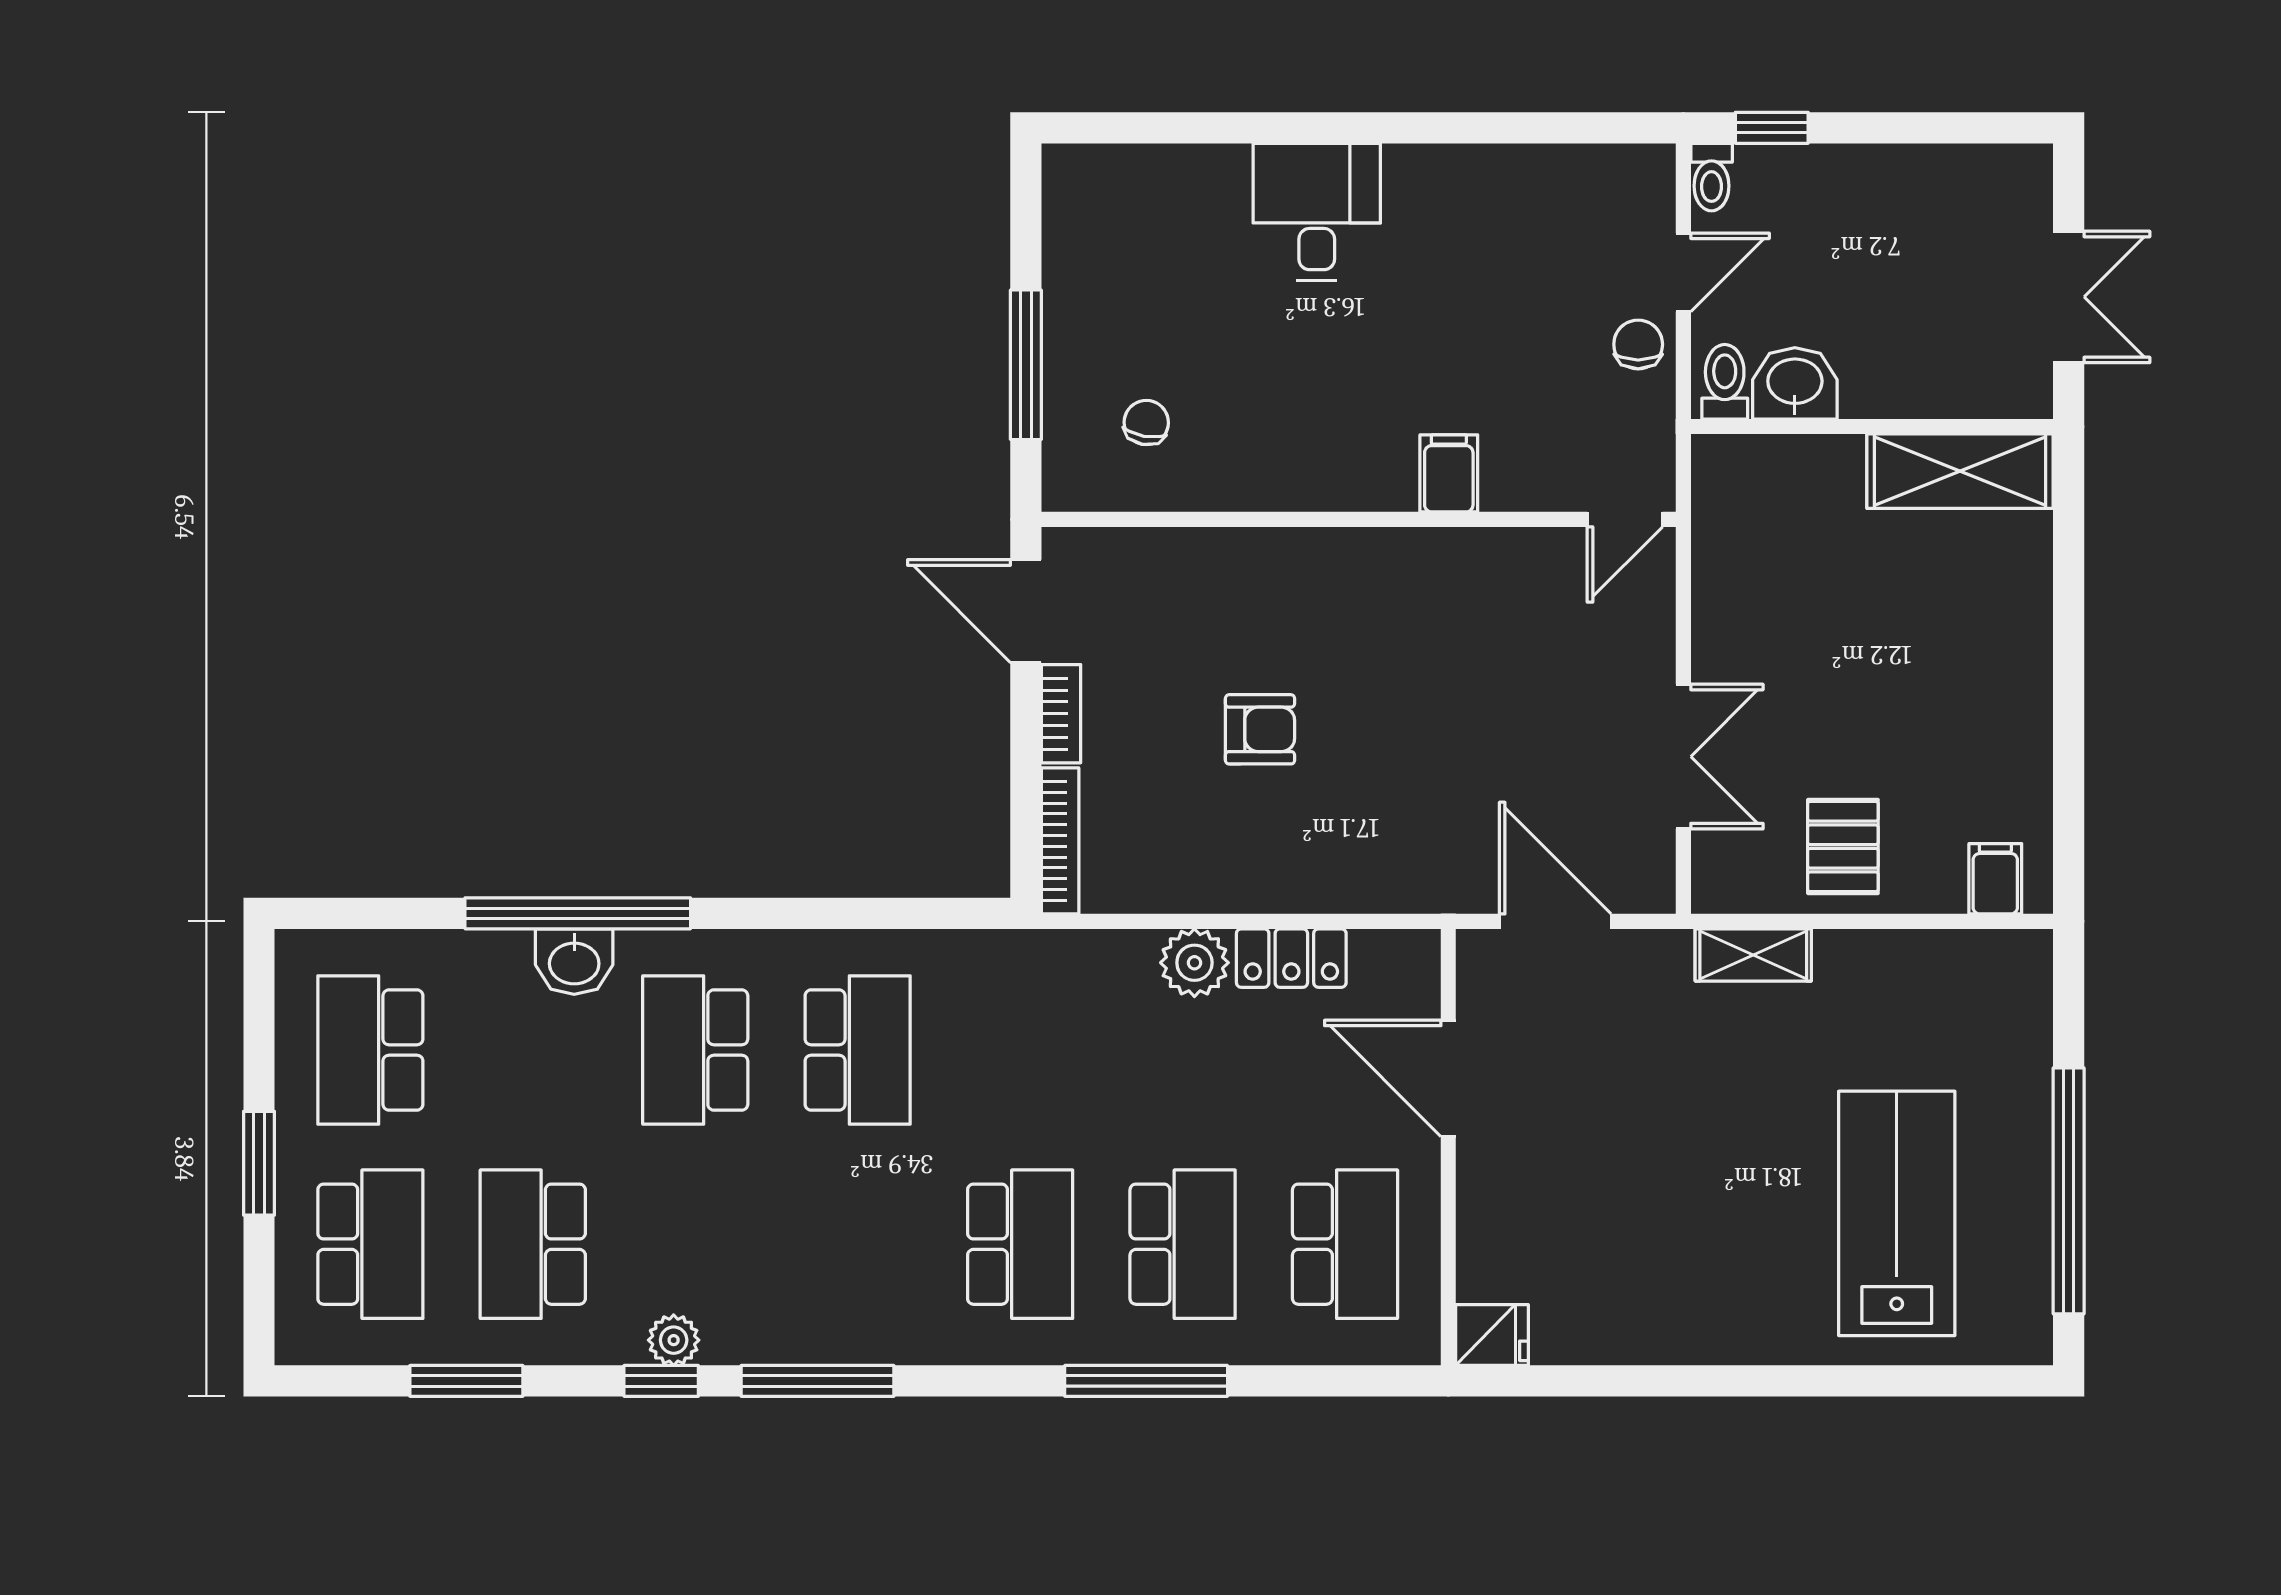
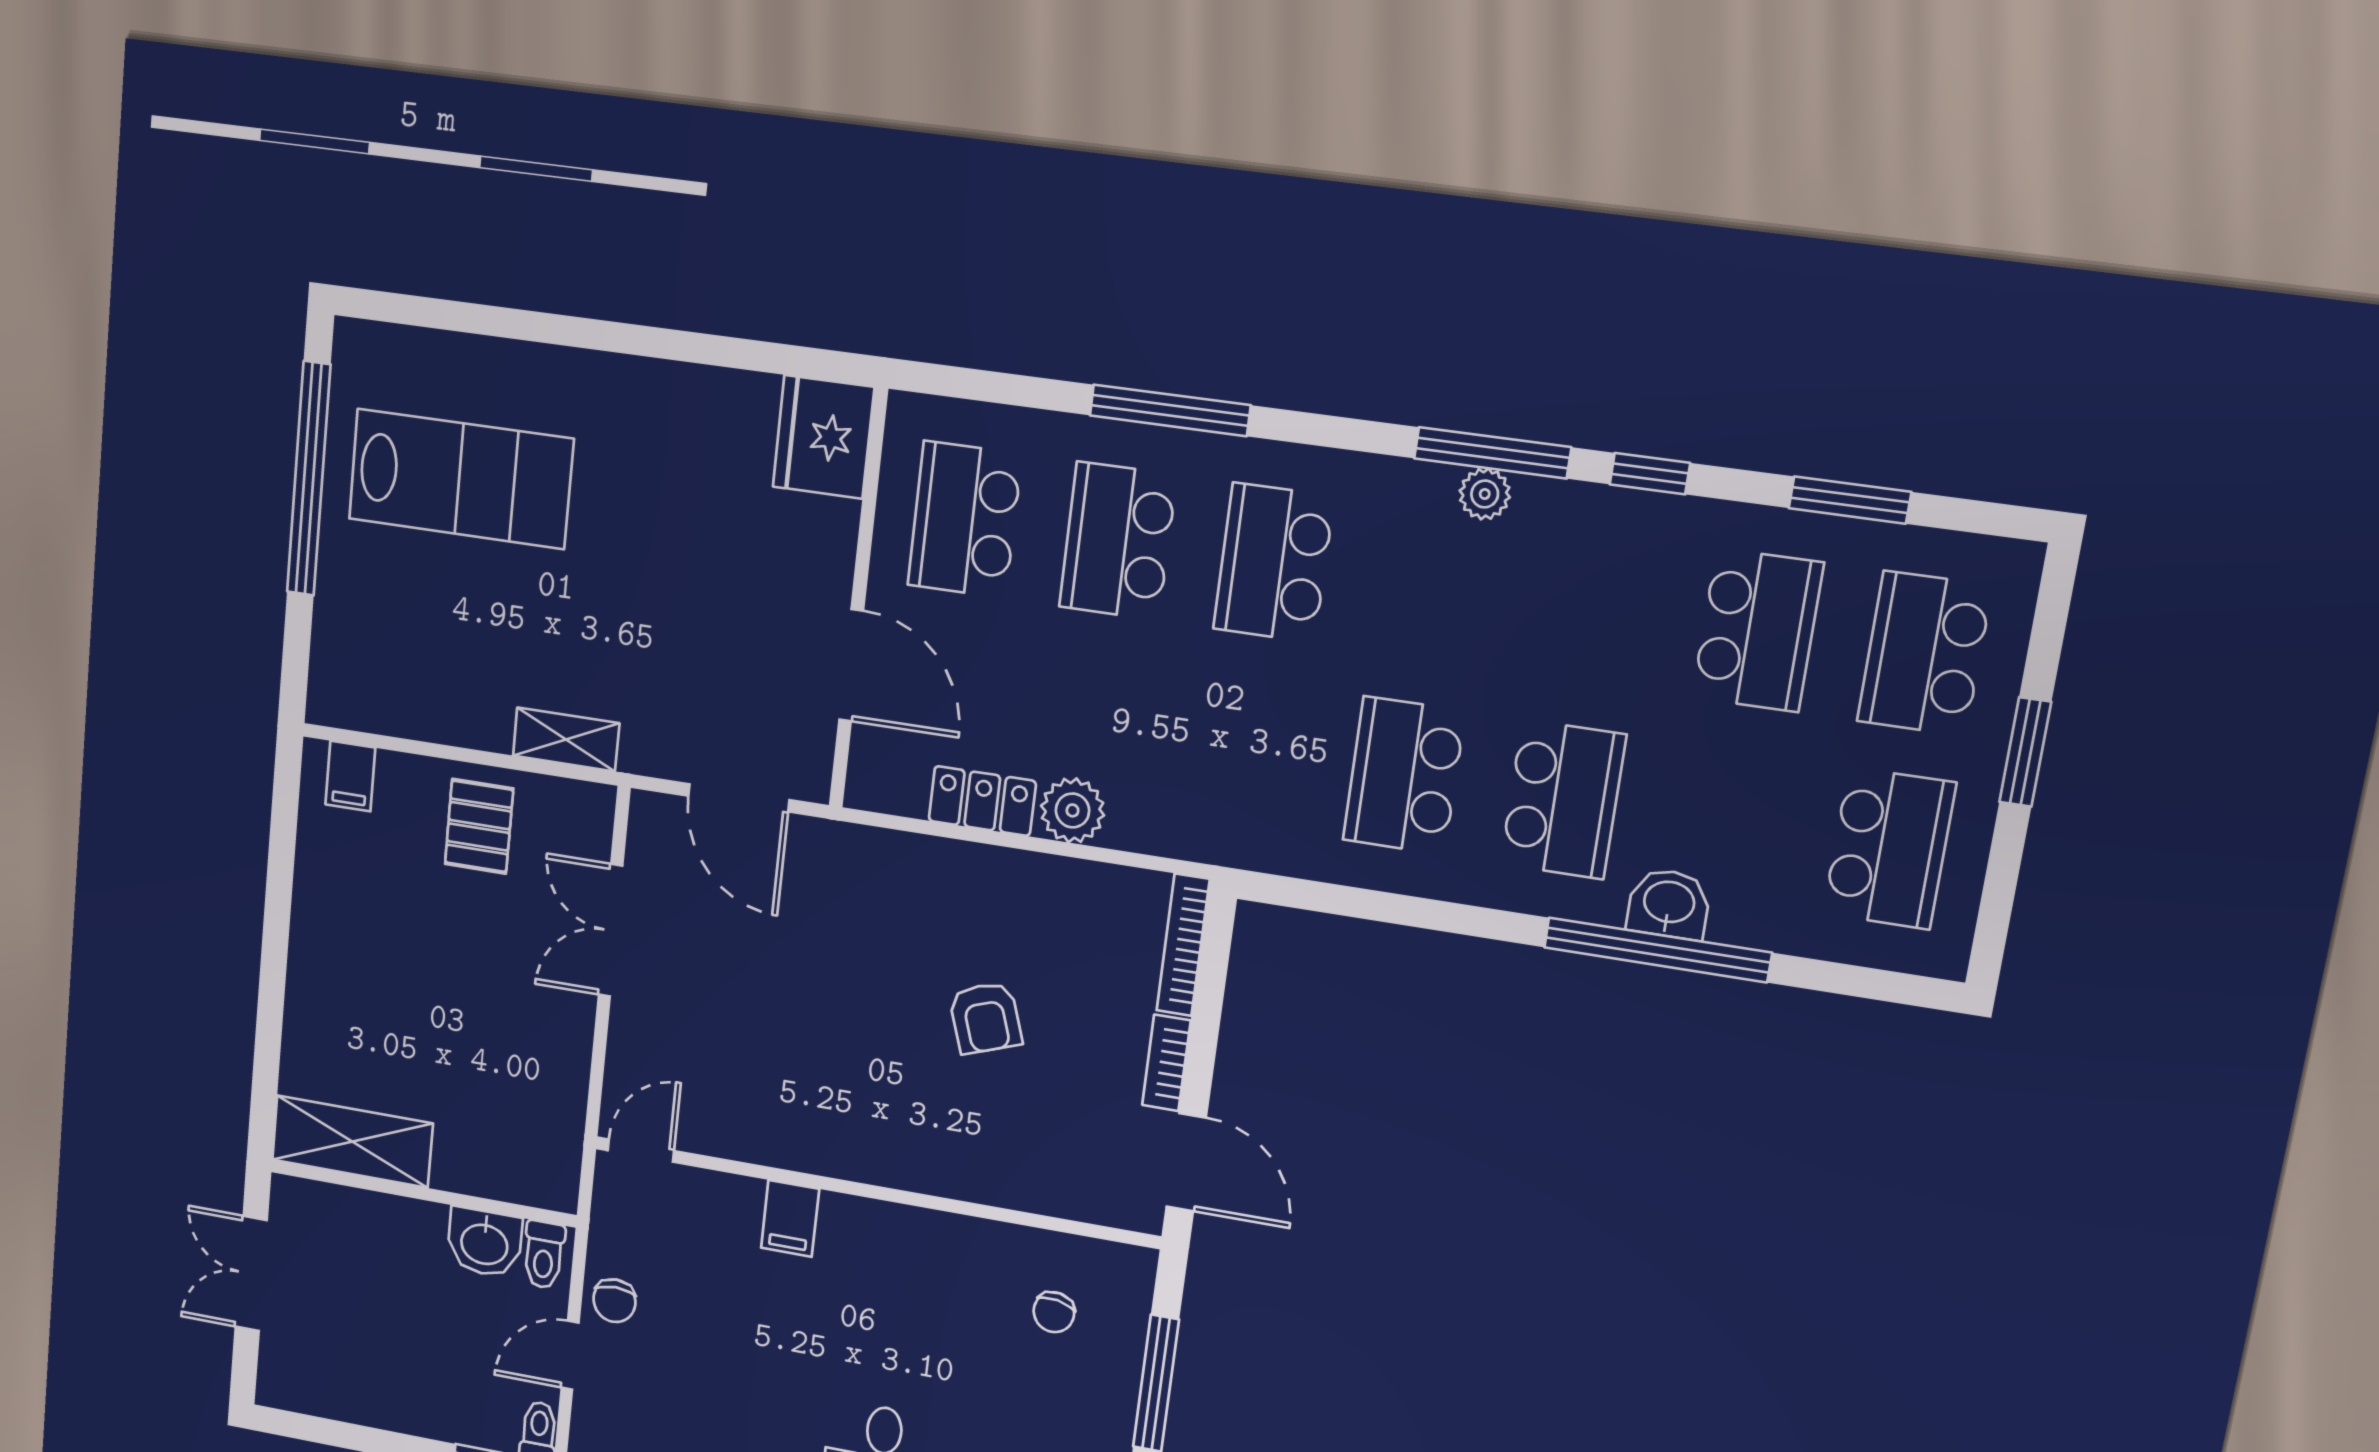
armchair: (1260, 729) -> (985, 1018), turned -109
lab bench: (1897, 1213) -> (461, 479), turned -90
fridge: (1492, 1335) -> (823, 437), width x1.88, depth x1.34
plant: (674, 1340) -> (1485, 494), moved

